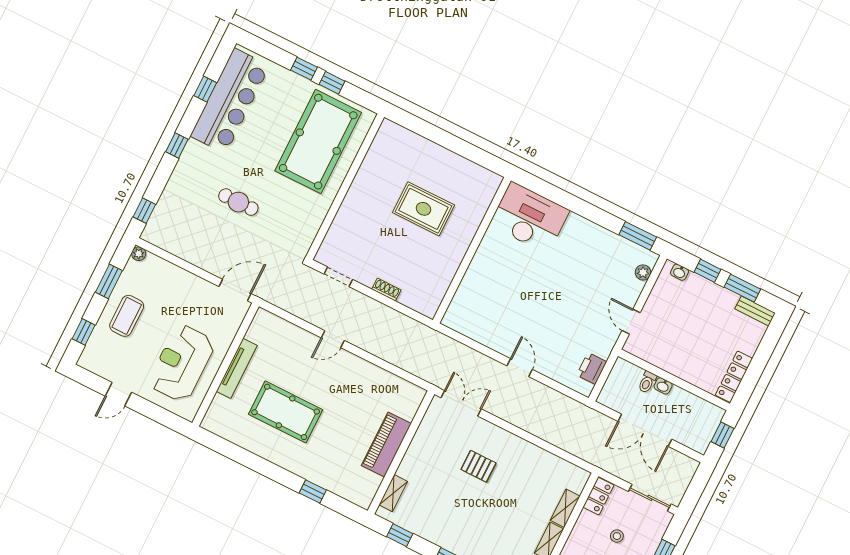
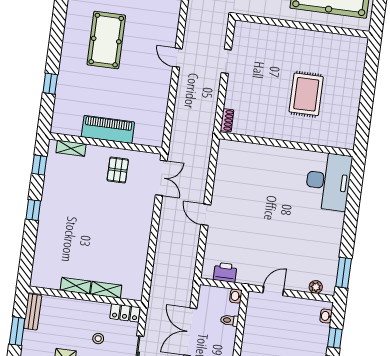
doorway: (338, 277) -> (226, 61), moved
shoe rack: (386, 290) -> (227, 120), moved
door: (520, 368) -> (206, 215), swing flipped
washbasin: (663, 386) -> (236, 296), moved
pallet: (479, 466) -> (118, 170), moved

